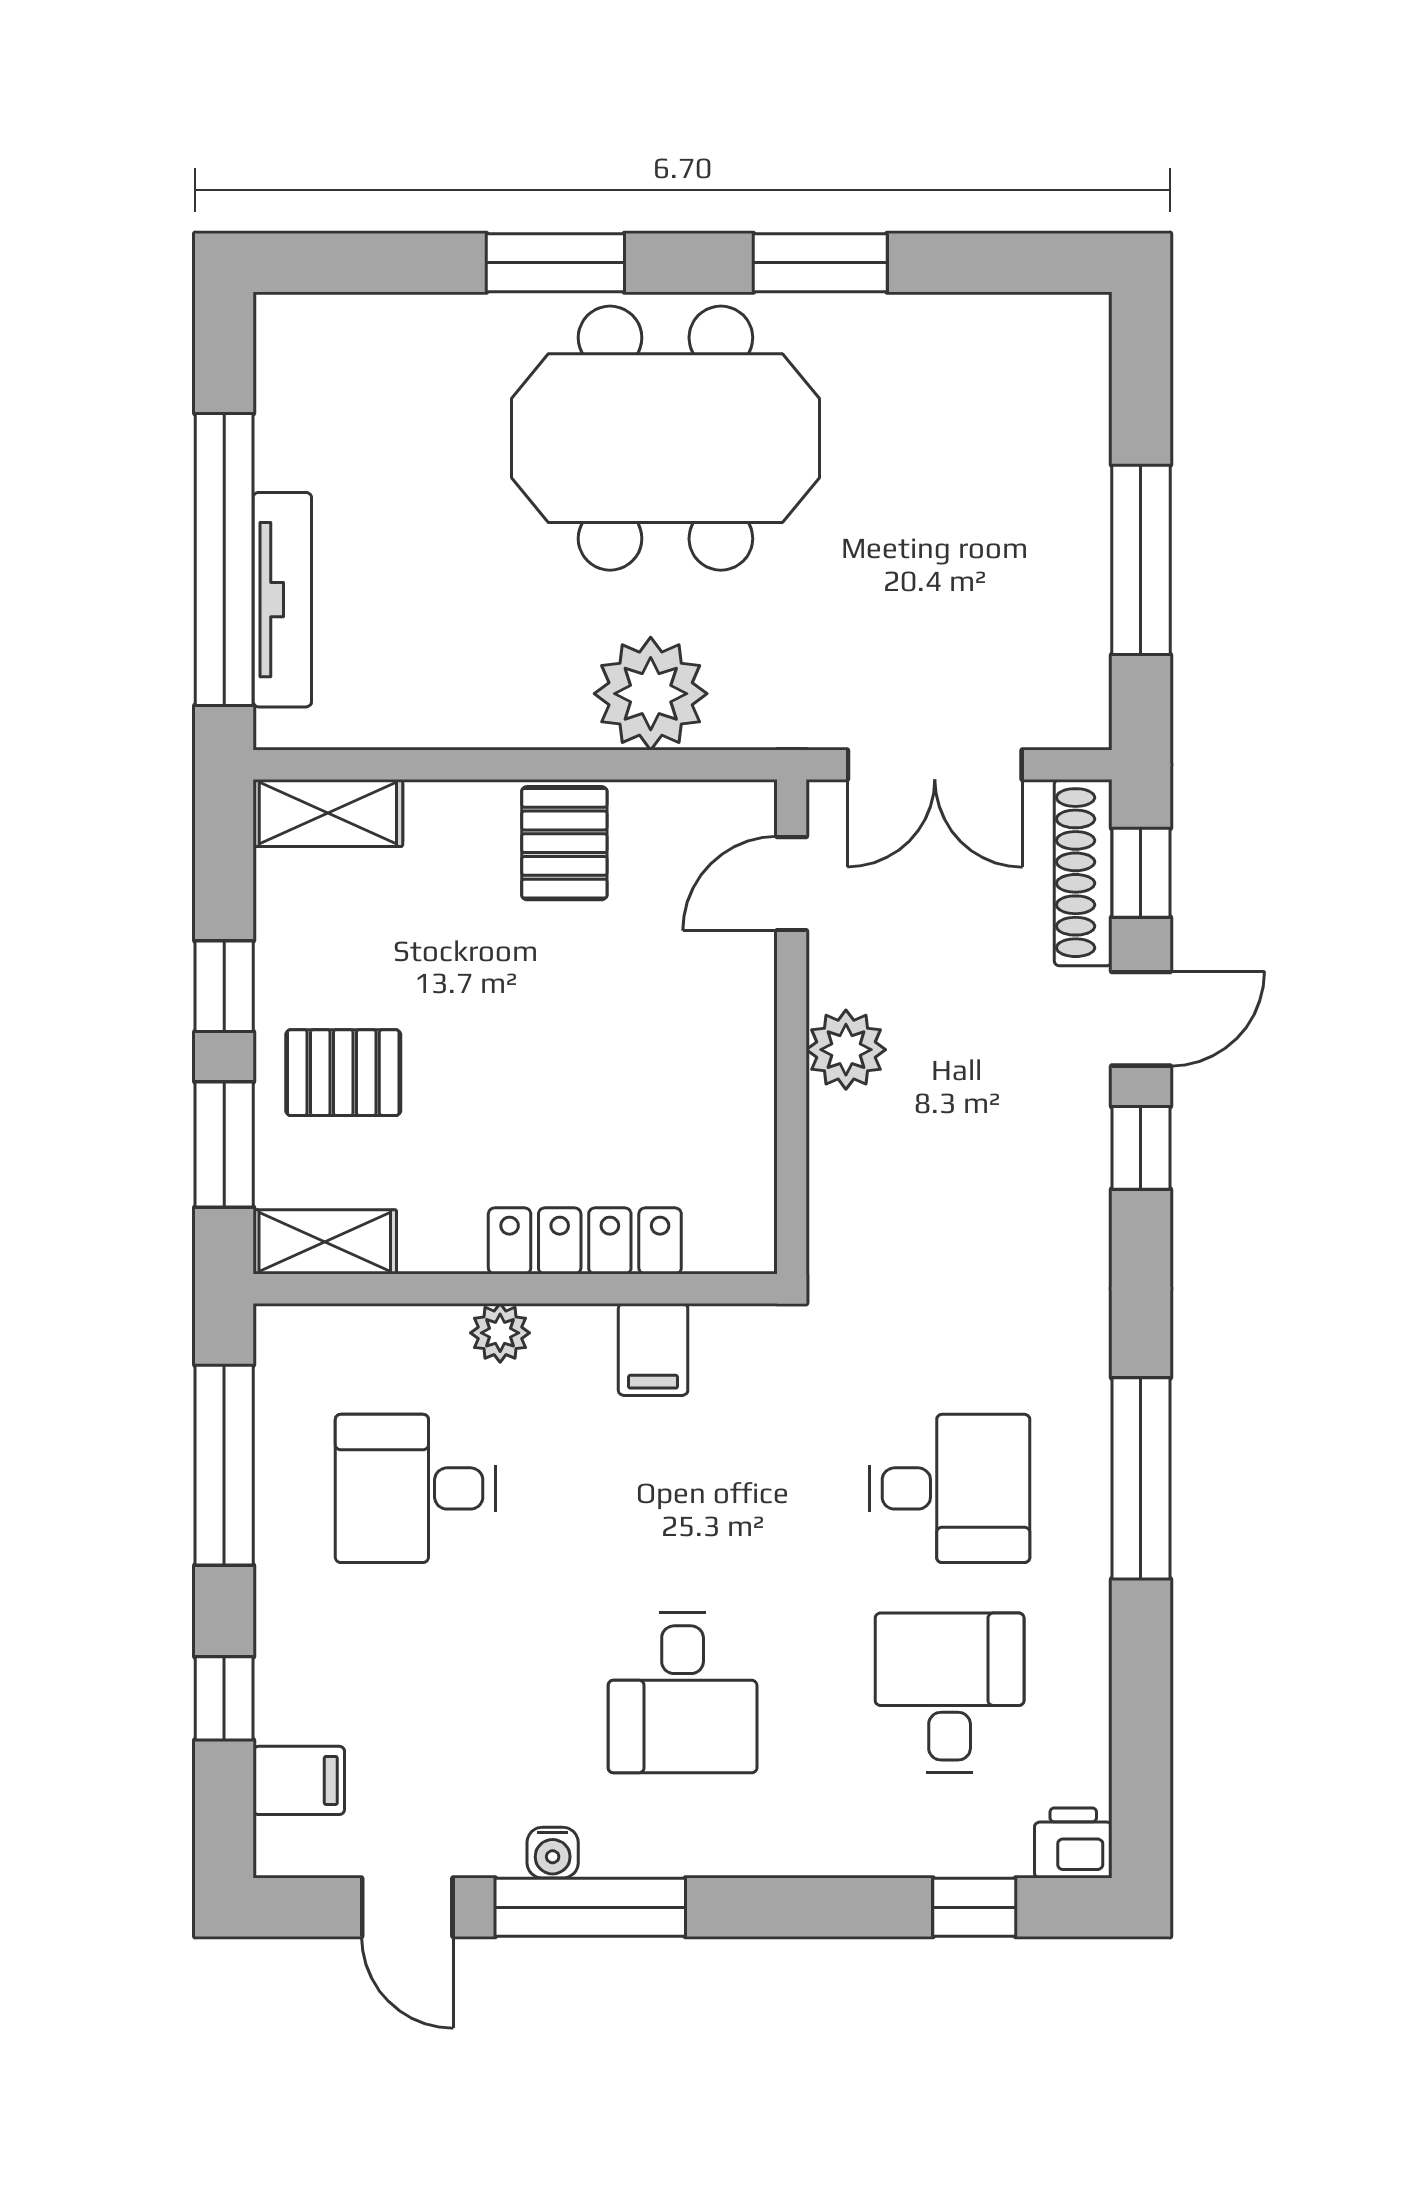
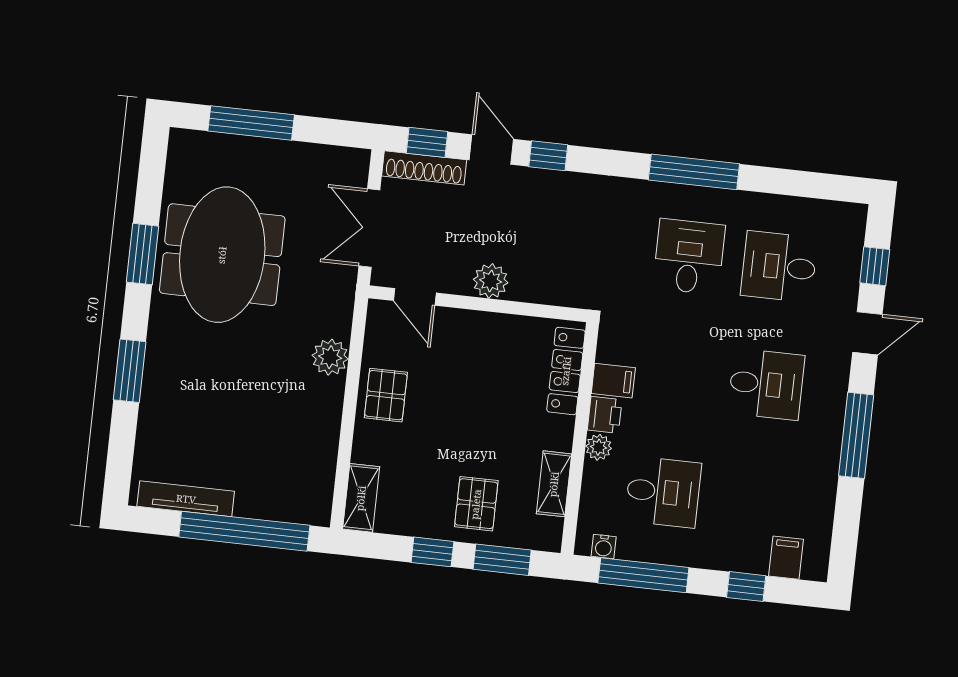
meeting table: (665, 438) -> (222, 255), moved
window: (1141, 560) -> (251, 123), moved
tv unit: (282, 600) -> (186, 499), moved
plant: (651, 694) -> (330, 357), width x0.73, depth x0.73
double door: (935, 765) -> (369, 228), swing flipped
pallet: (564, 843) -> (386, 395), turned 90
locker: (585, 1241) -> (566, 371), moved
shelving: (325, 1242) -> (554, 484), moved
desk: (416, 1488) -> (663, 492), turned -90
printer: (1073, 1843) -> (605, 415), moved, turned 180
water cooler: (553, 1853) -> (604, 547), moved, turned 90
door: (407, 1907) -> (867, 333), moved

